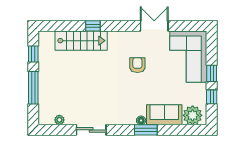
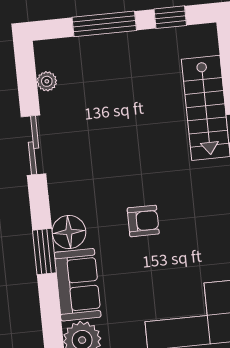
armchair: (137, 65) -> (143, 221), moved
floor lamp: (141, 120) -> (69, 232), width x1.89, depth x1.89

